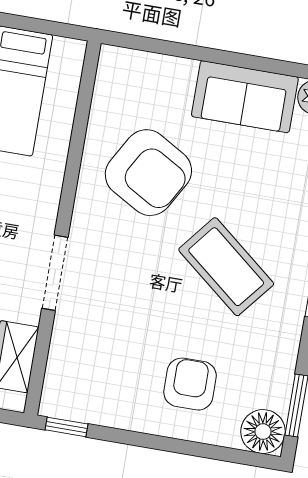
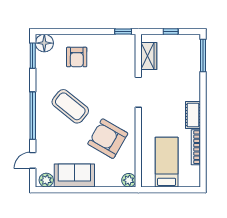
plant: (115, 63) -> (129, 180), added

